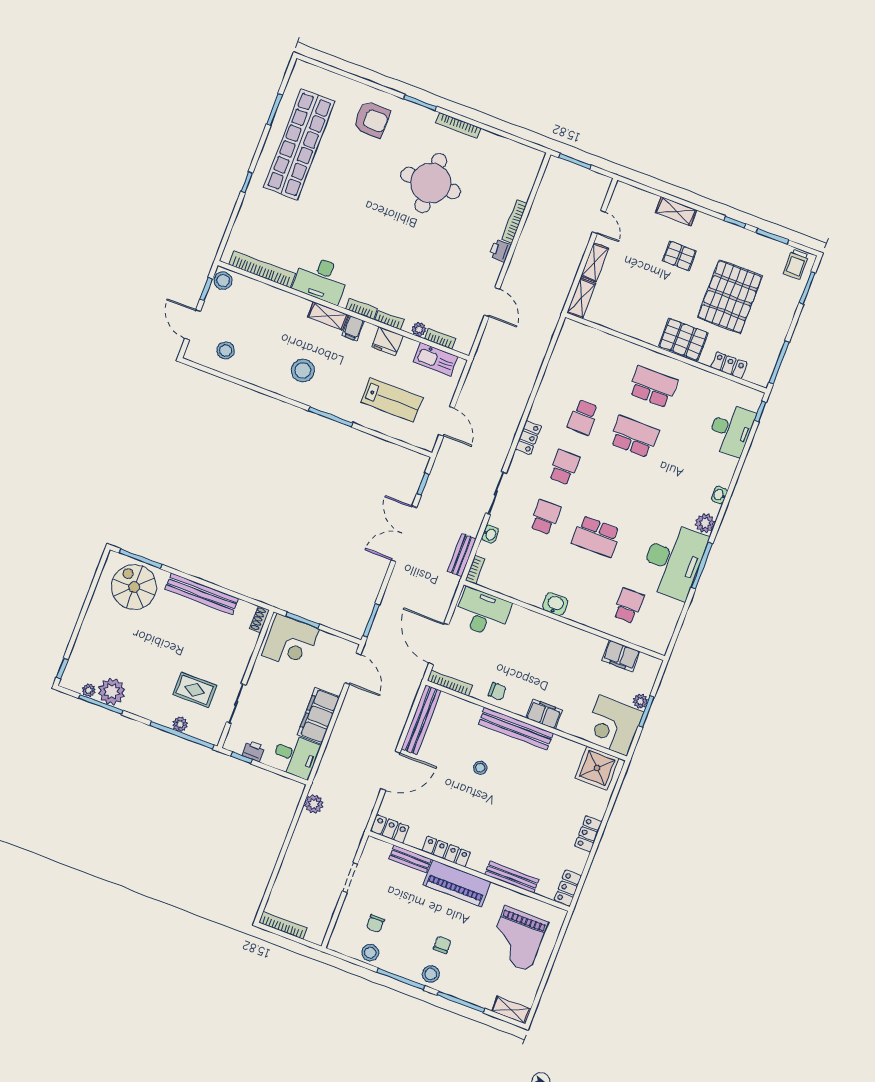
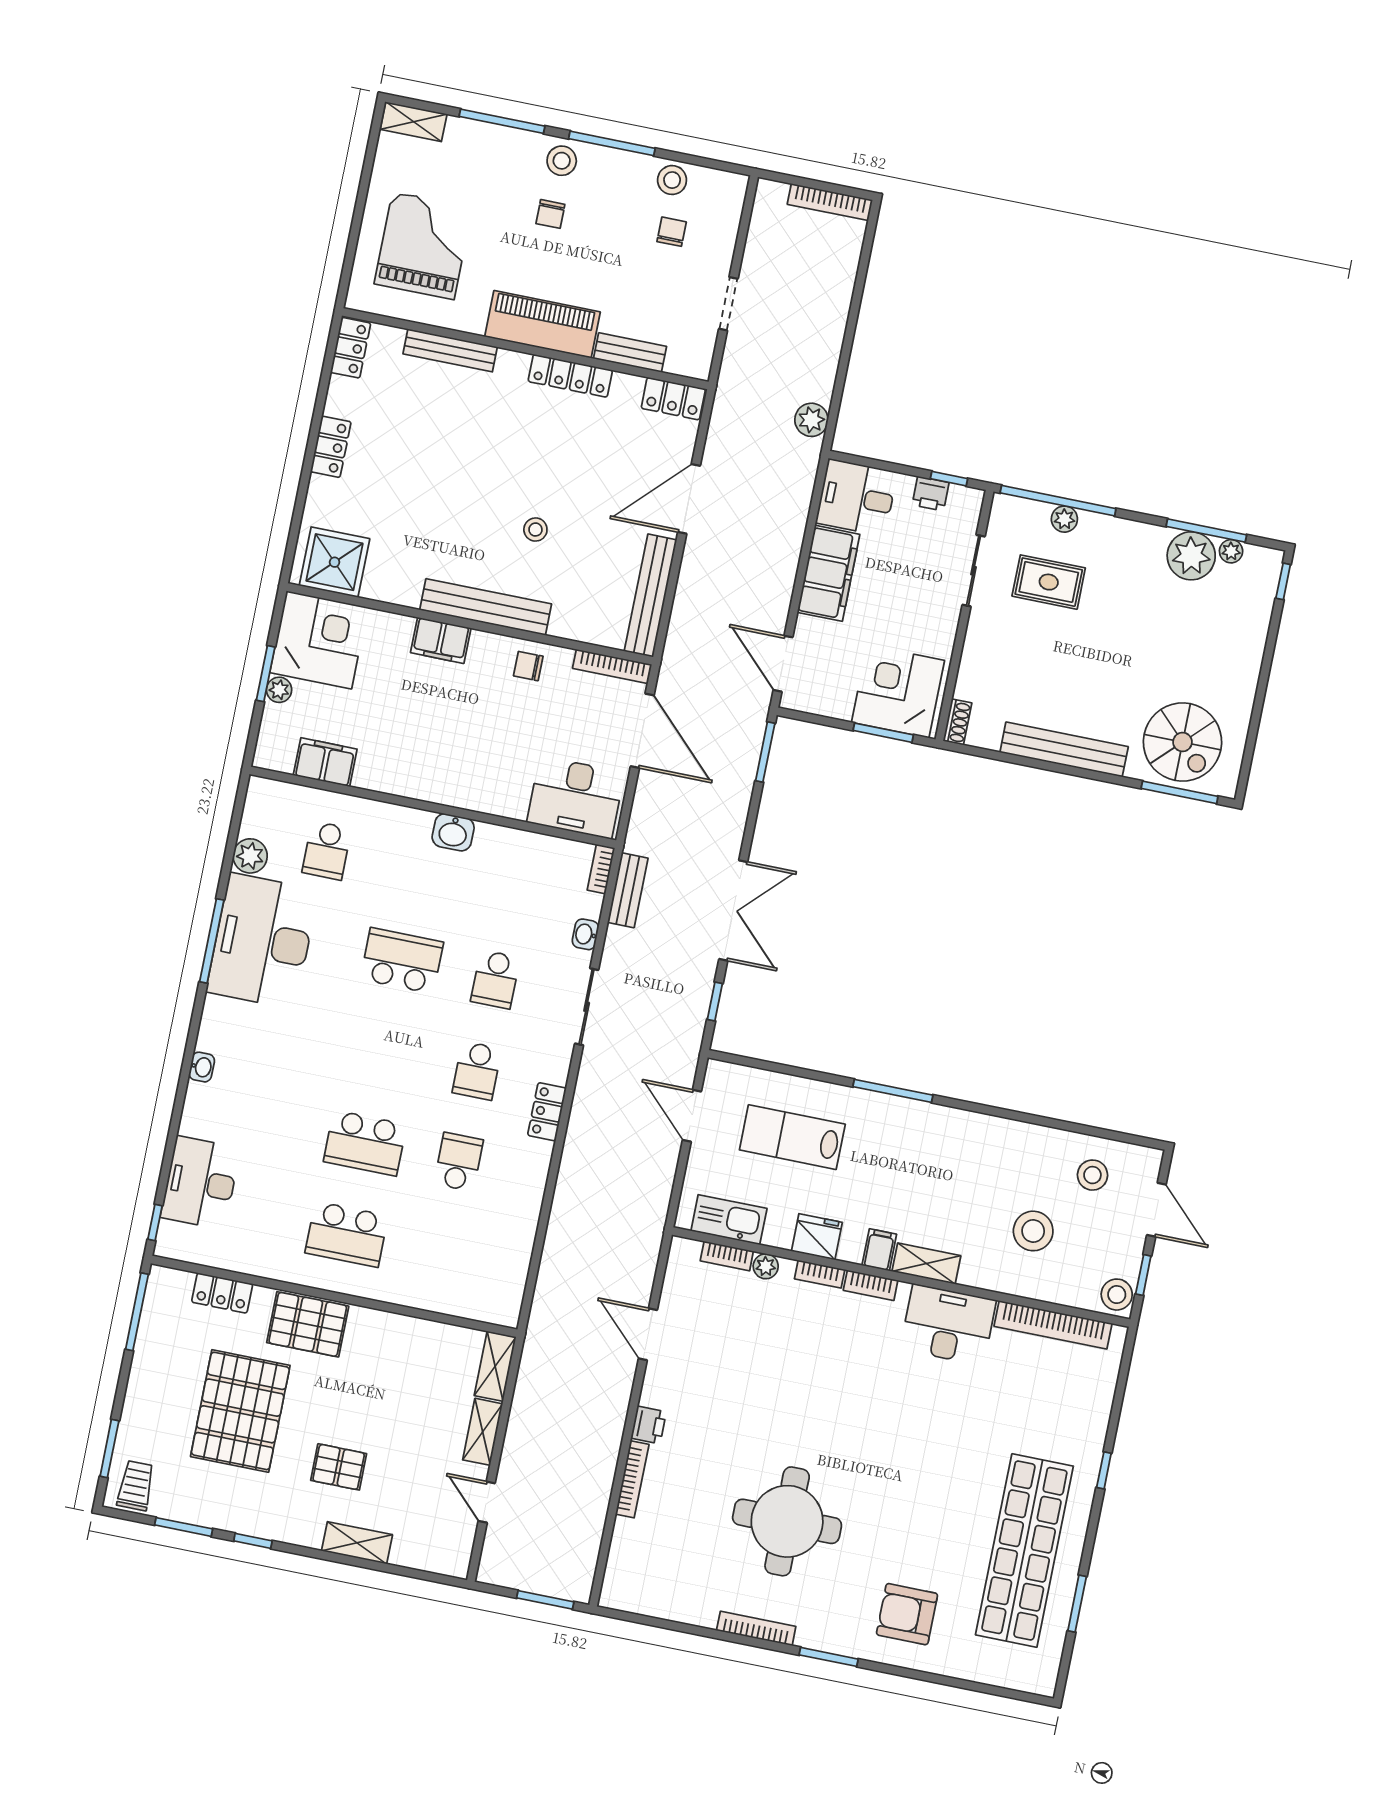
stool: (303, 371) -> (1033, 1231), moved
plant: (705, 523) -> (250, 856), moved

